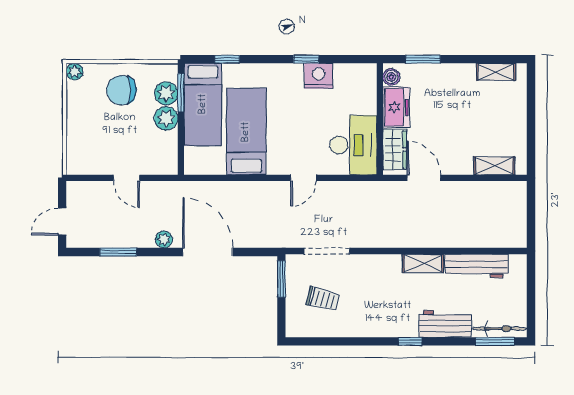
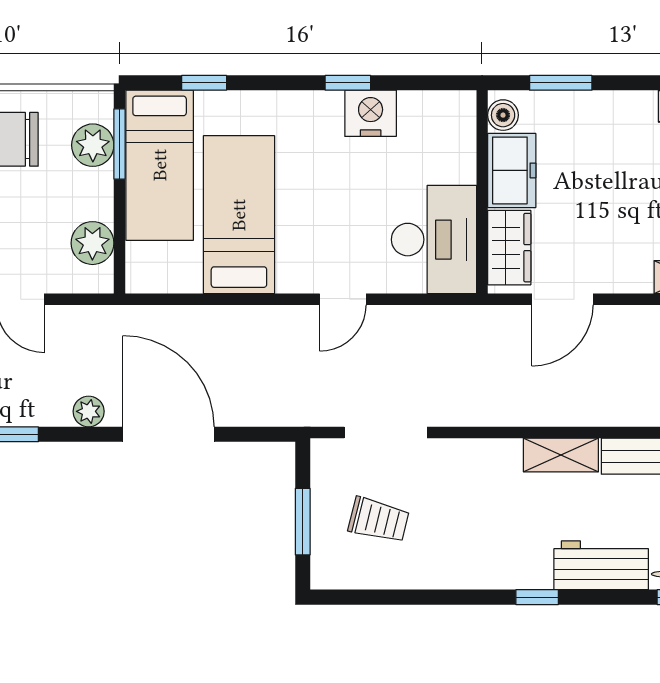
plant: (166, 118) -> (92, 243), moved
door: (424, 178) -> (562, 299), swing flipped
window: (281, 279) -> (303, 522), moved

